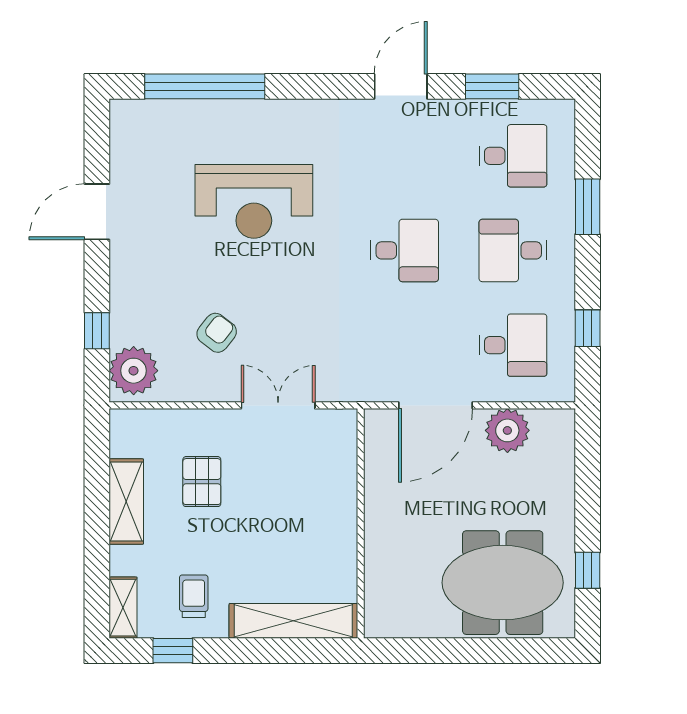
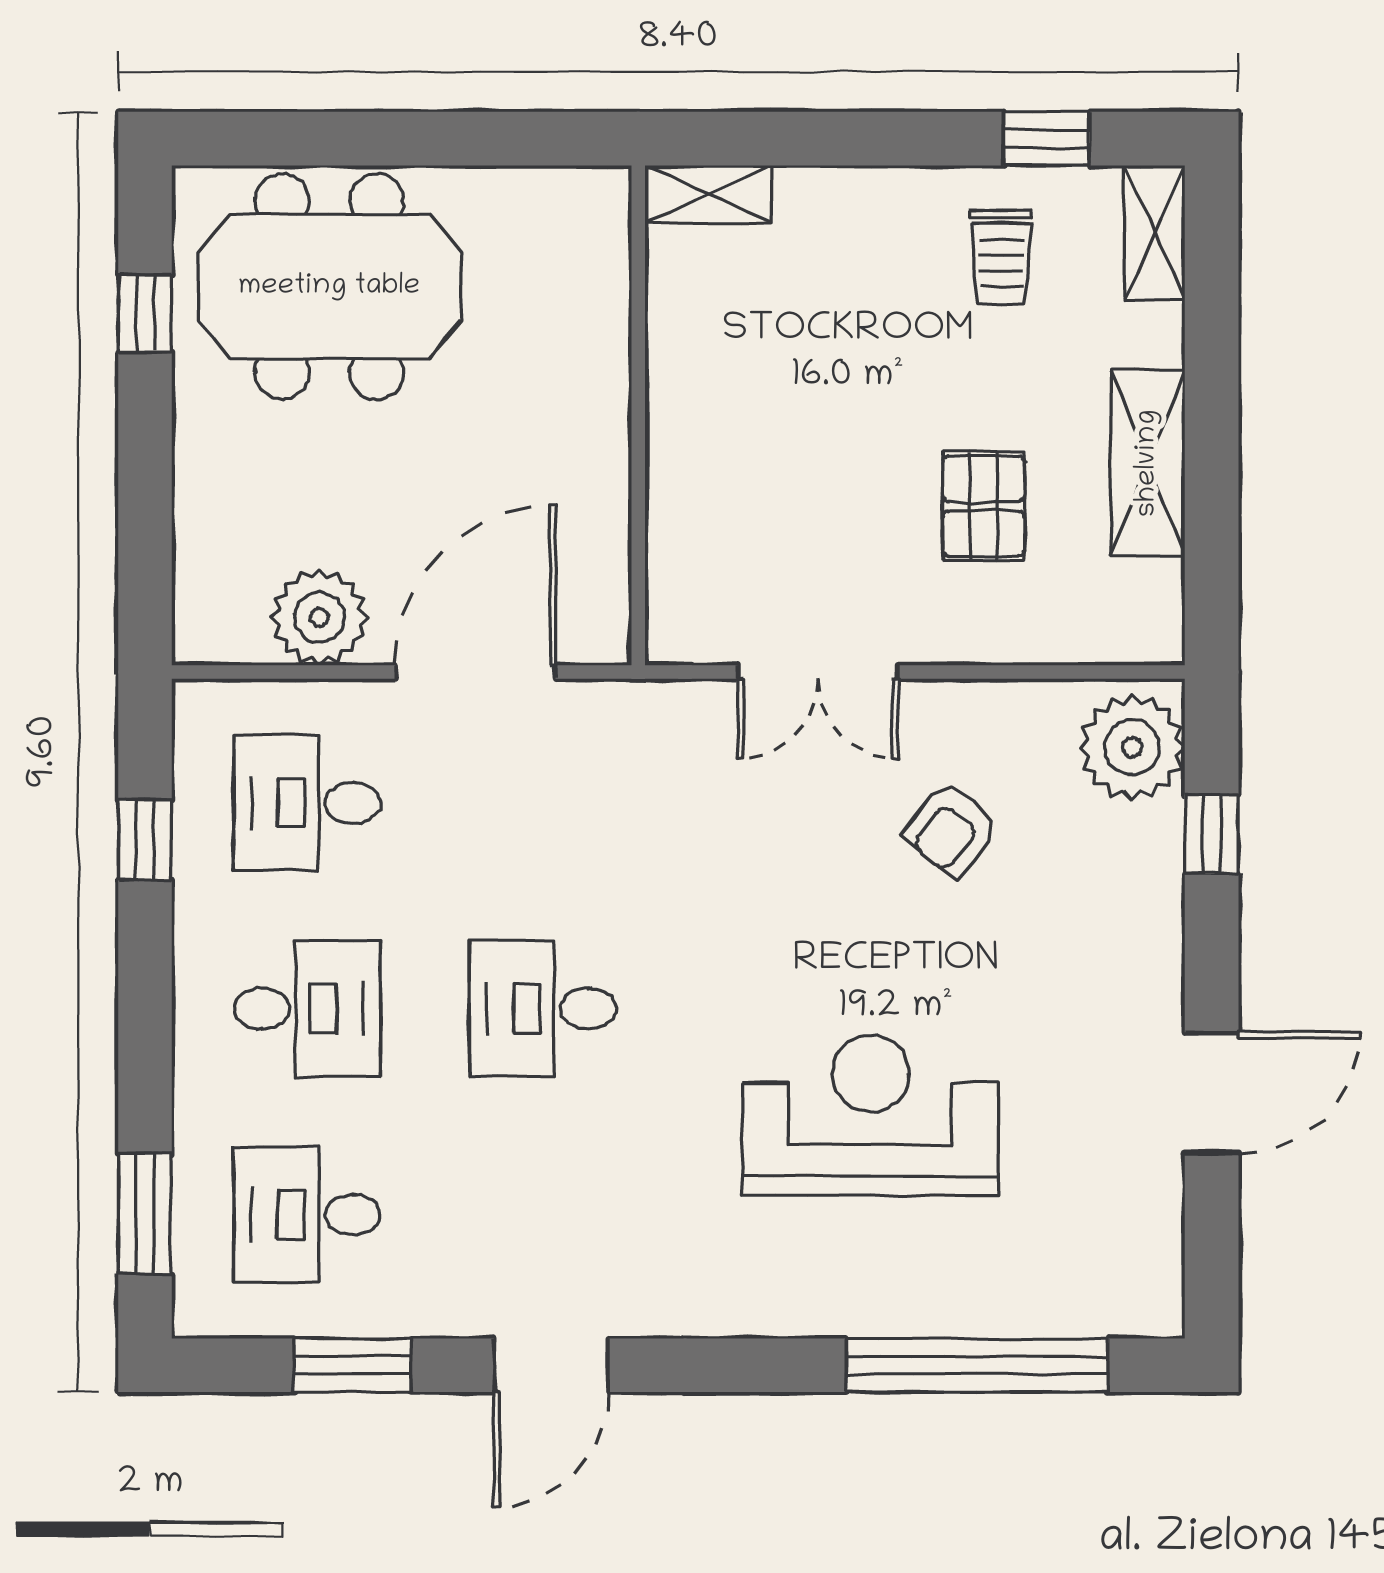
window: (588, 207) -> (145, 1213), moved
shelving: (293, 621) -> (708, 194), width x0.45, depth x0.75

